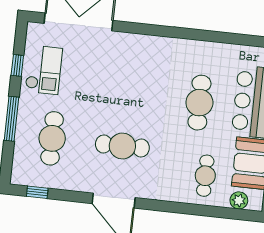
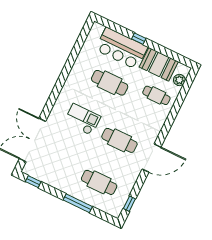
window: (17, 65) -> (33, 182), moved
checkout: (44, 70) -> (82, 119), moved
cafe table: (122, 146) -> (119, 140), turned 90

